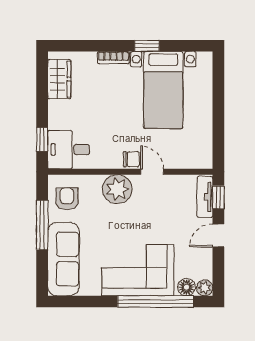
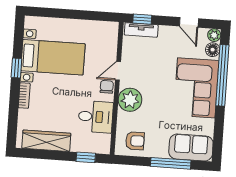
wardrobe: (59, 79) -> (46, 141), width x1.50
desk: (69, 150) -> (96, 117), moved, turned -90
armchair: (67, 199) -> (135, 141), turned 180
window: (42, 225) -> (171, 163), moved
door: (218, 235) -> (189, 22), moved
sofa: (63, 259) -> (191, 148), width x0.73

